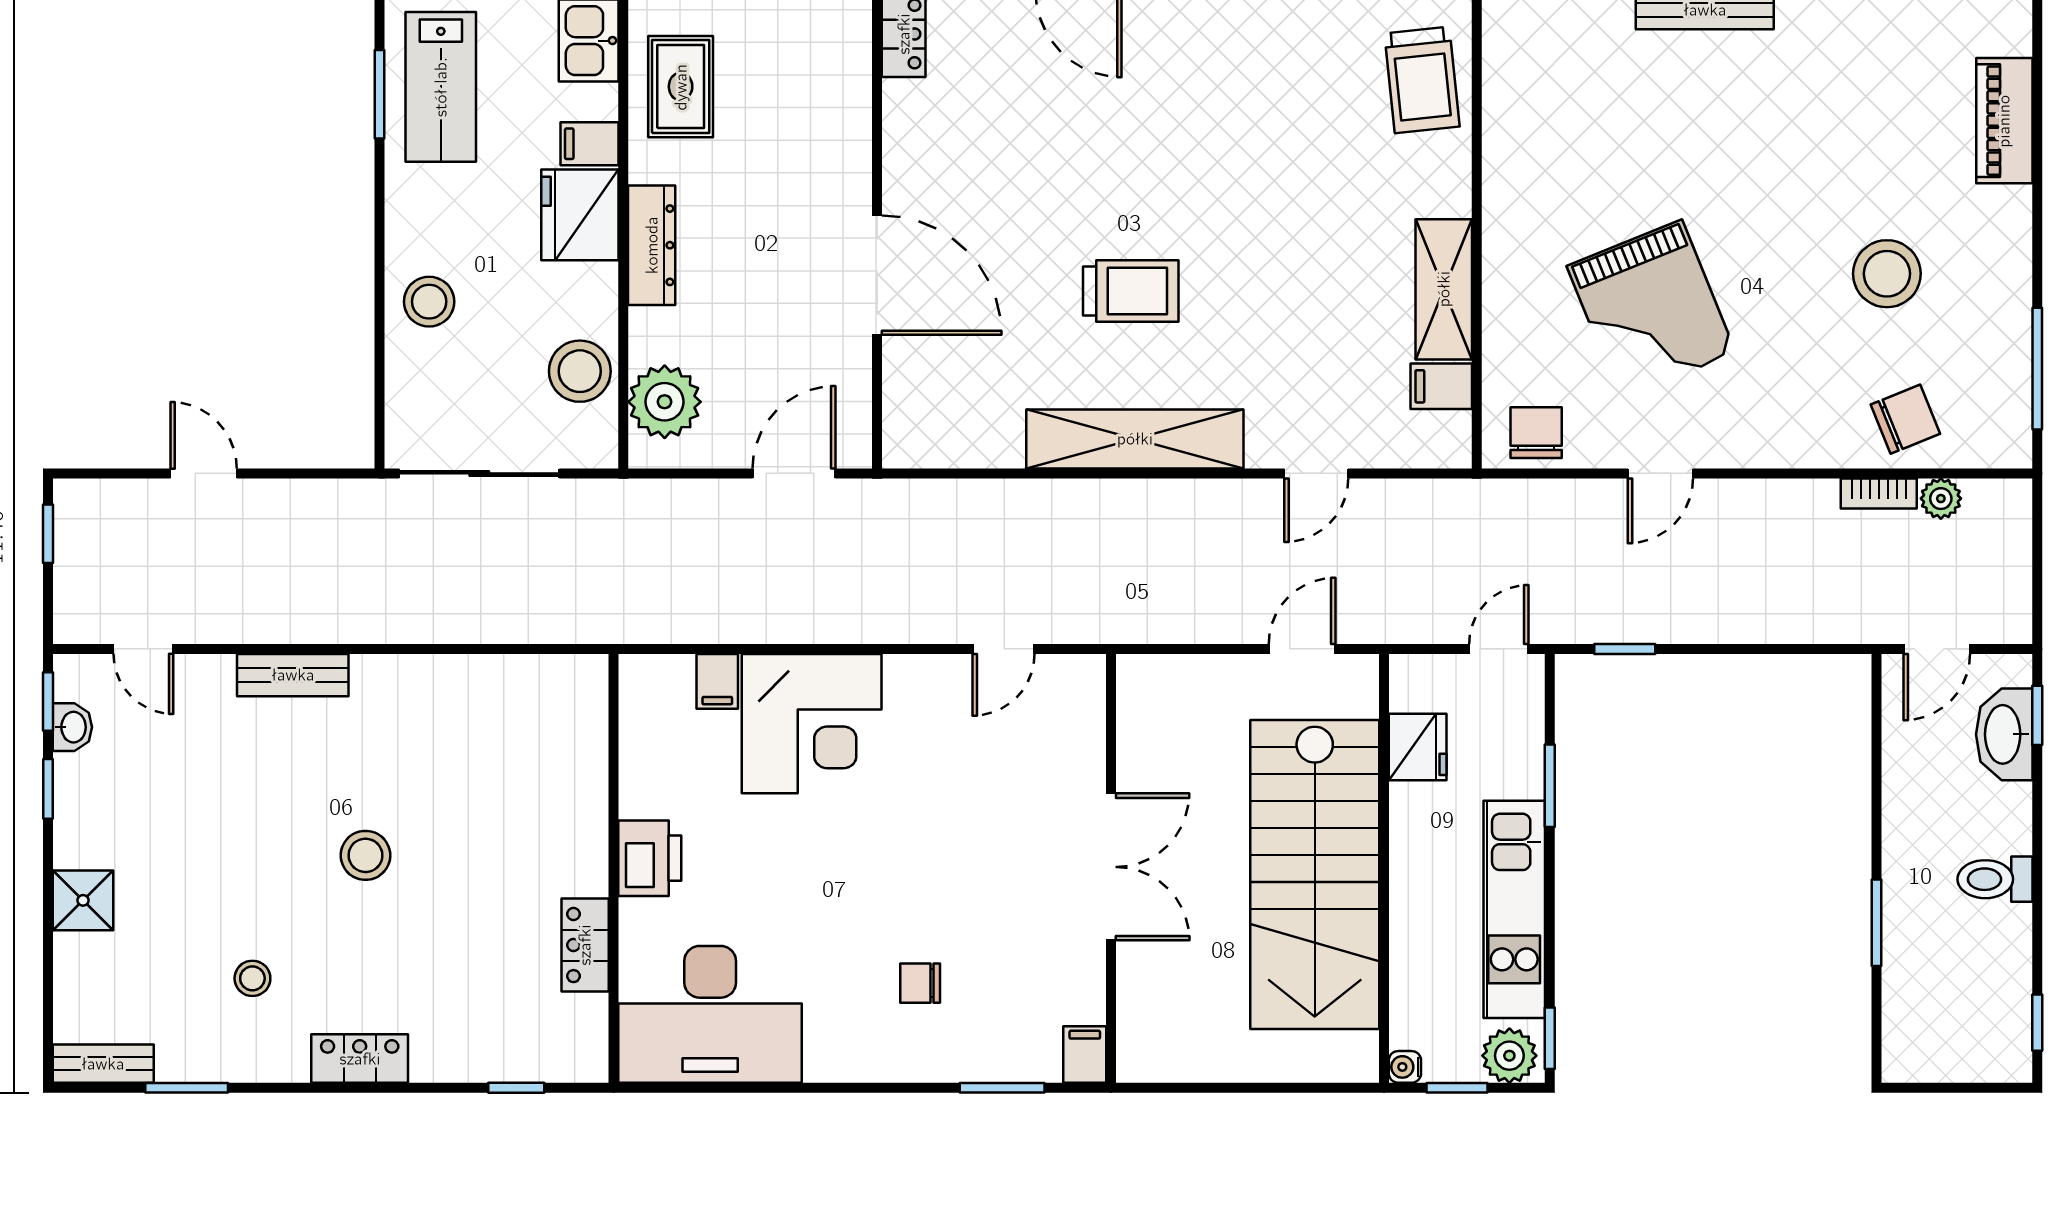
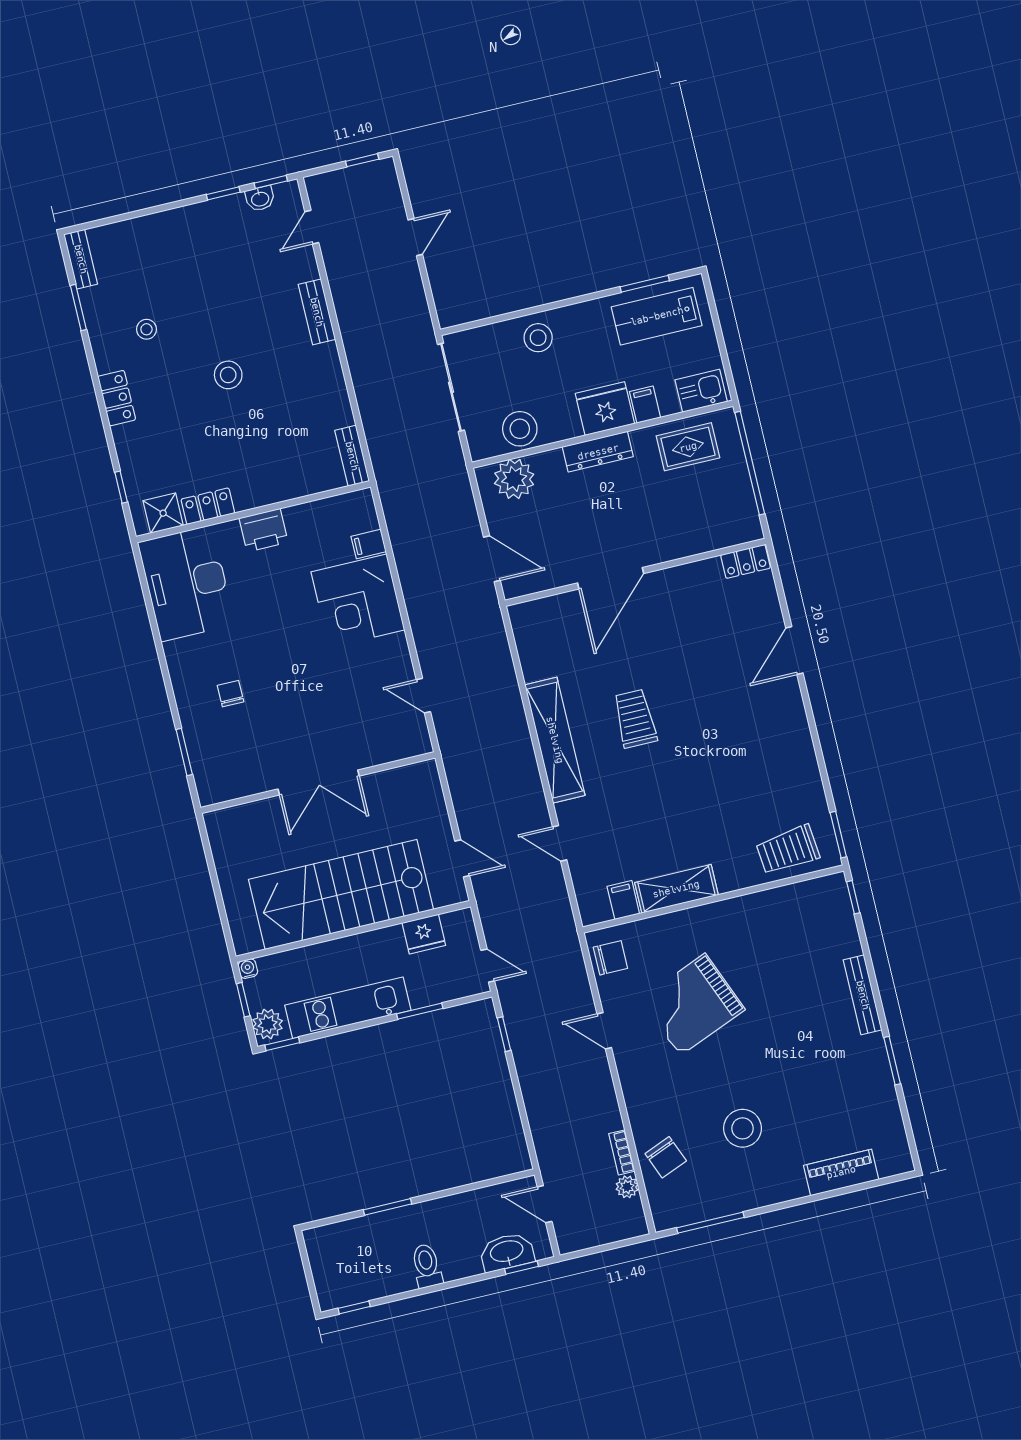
trolley: (1131, 291) -> (635, 719), turned 180
bench: (557, 674) -> (352, 456), added
shower: (83, 900) -> (163, 513), moved
filing cabinet: (1085, 1055) -> (213, 793), removed

